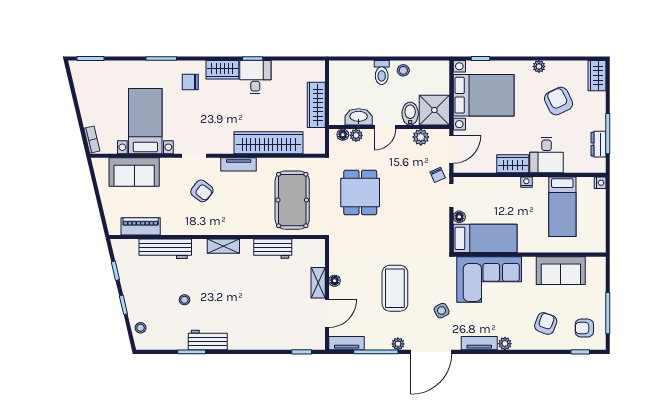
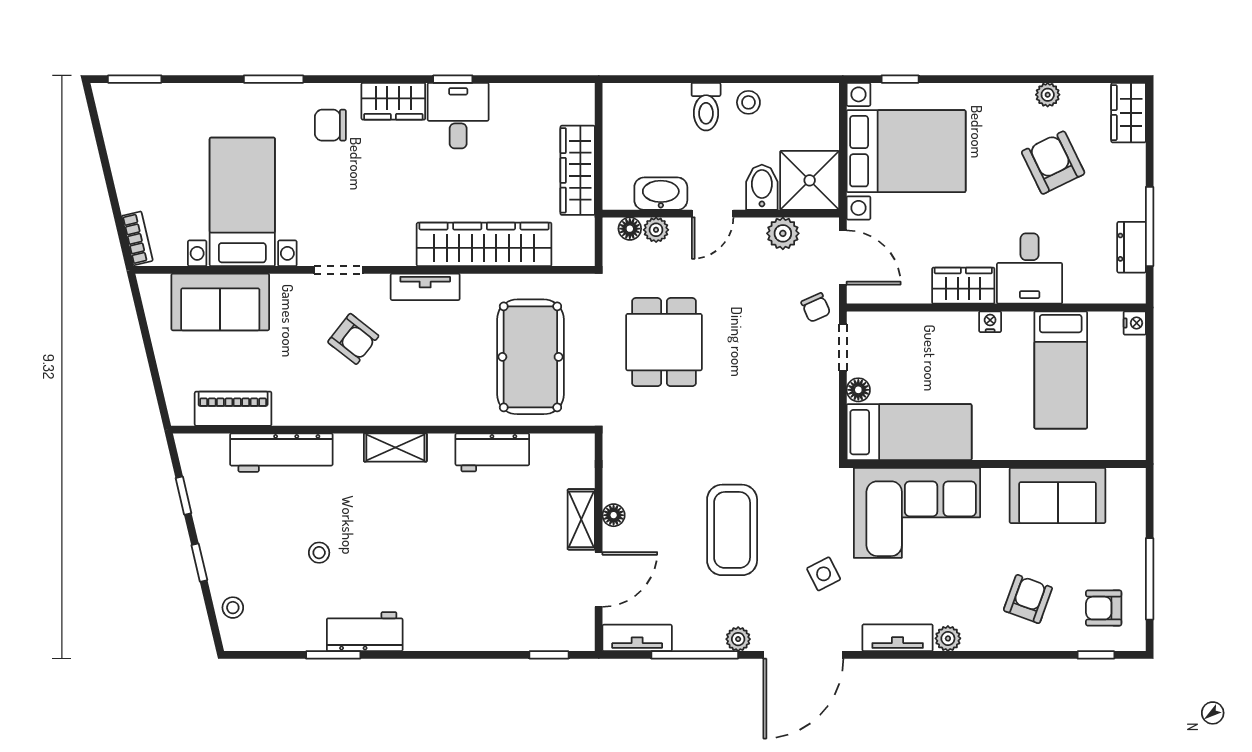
plant: (539, 66) -> (1048, 95), moved
door: (451, 149) -> (843, 257), hinge flipped

